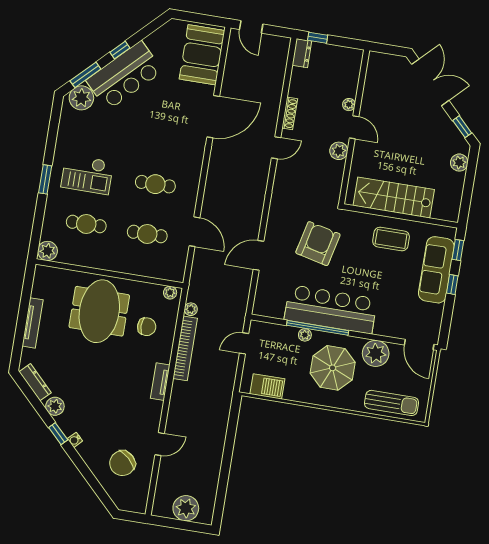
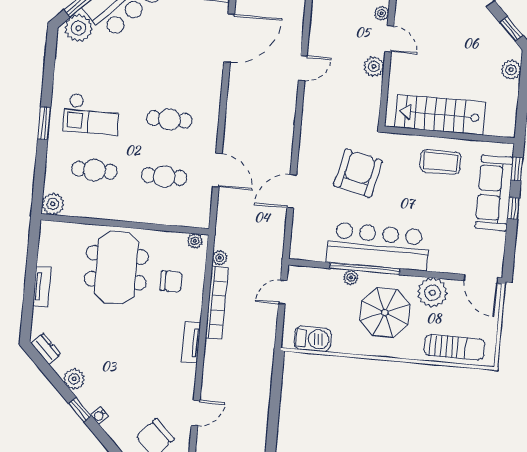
shoe rack: (290, 113) -> (315, 28), removed
tv unit: (33, 323) -> (42, 287), width x0.71
dresser: (35, 382) -> (46, 349), width x0.70

